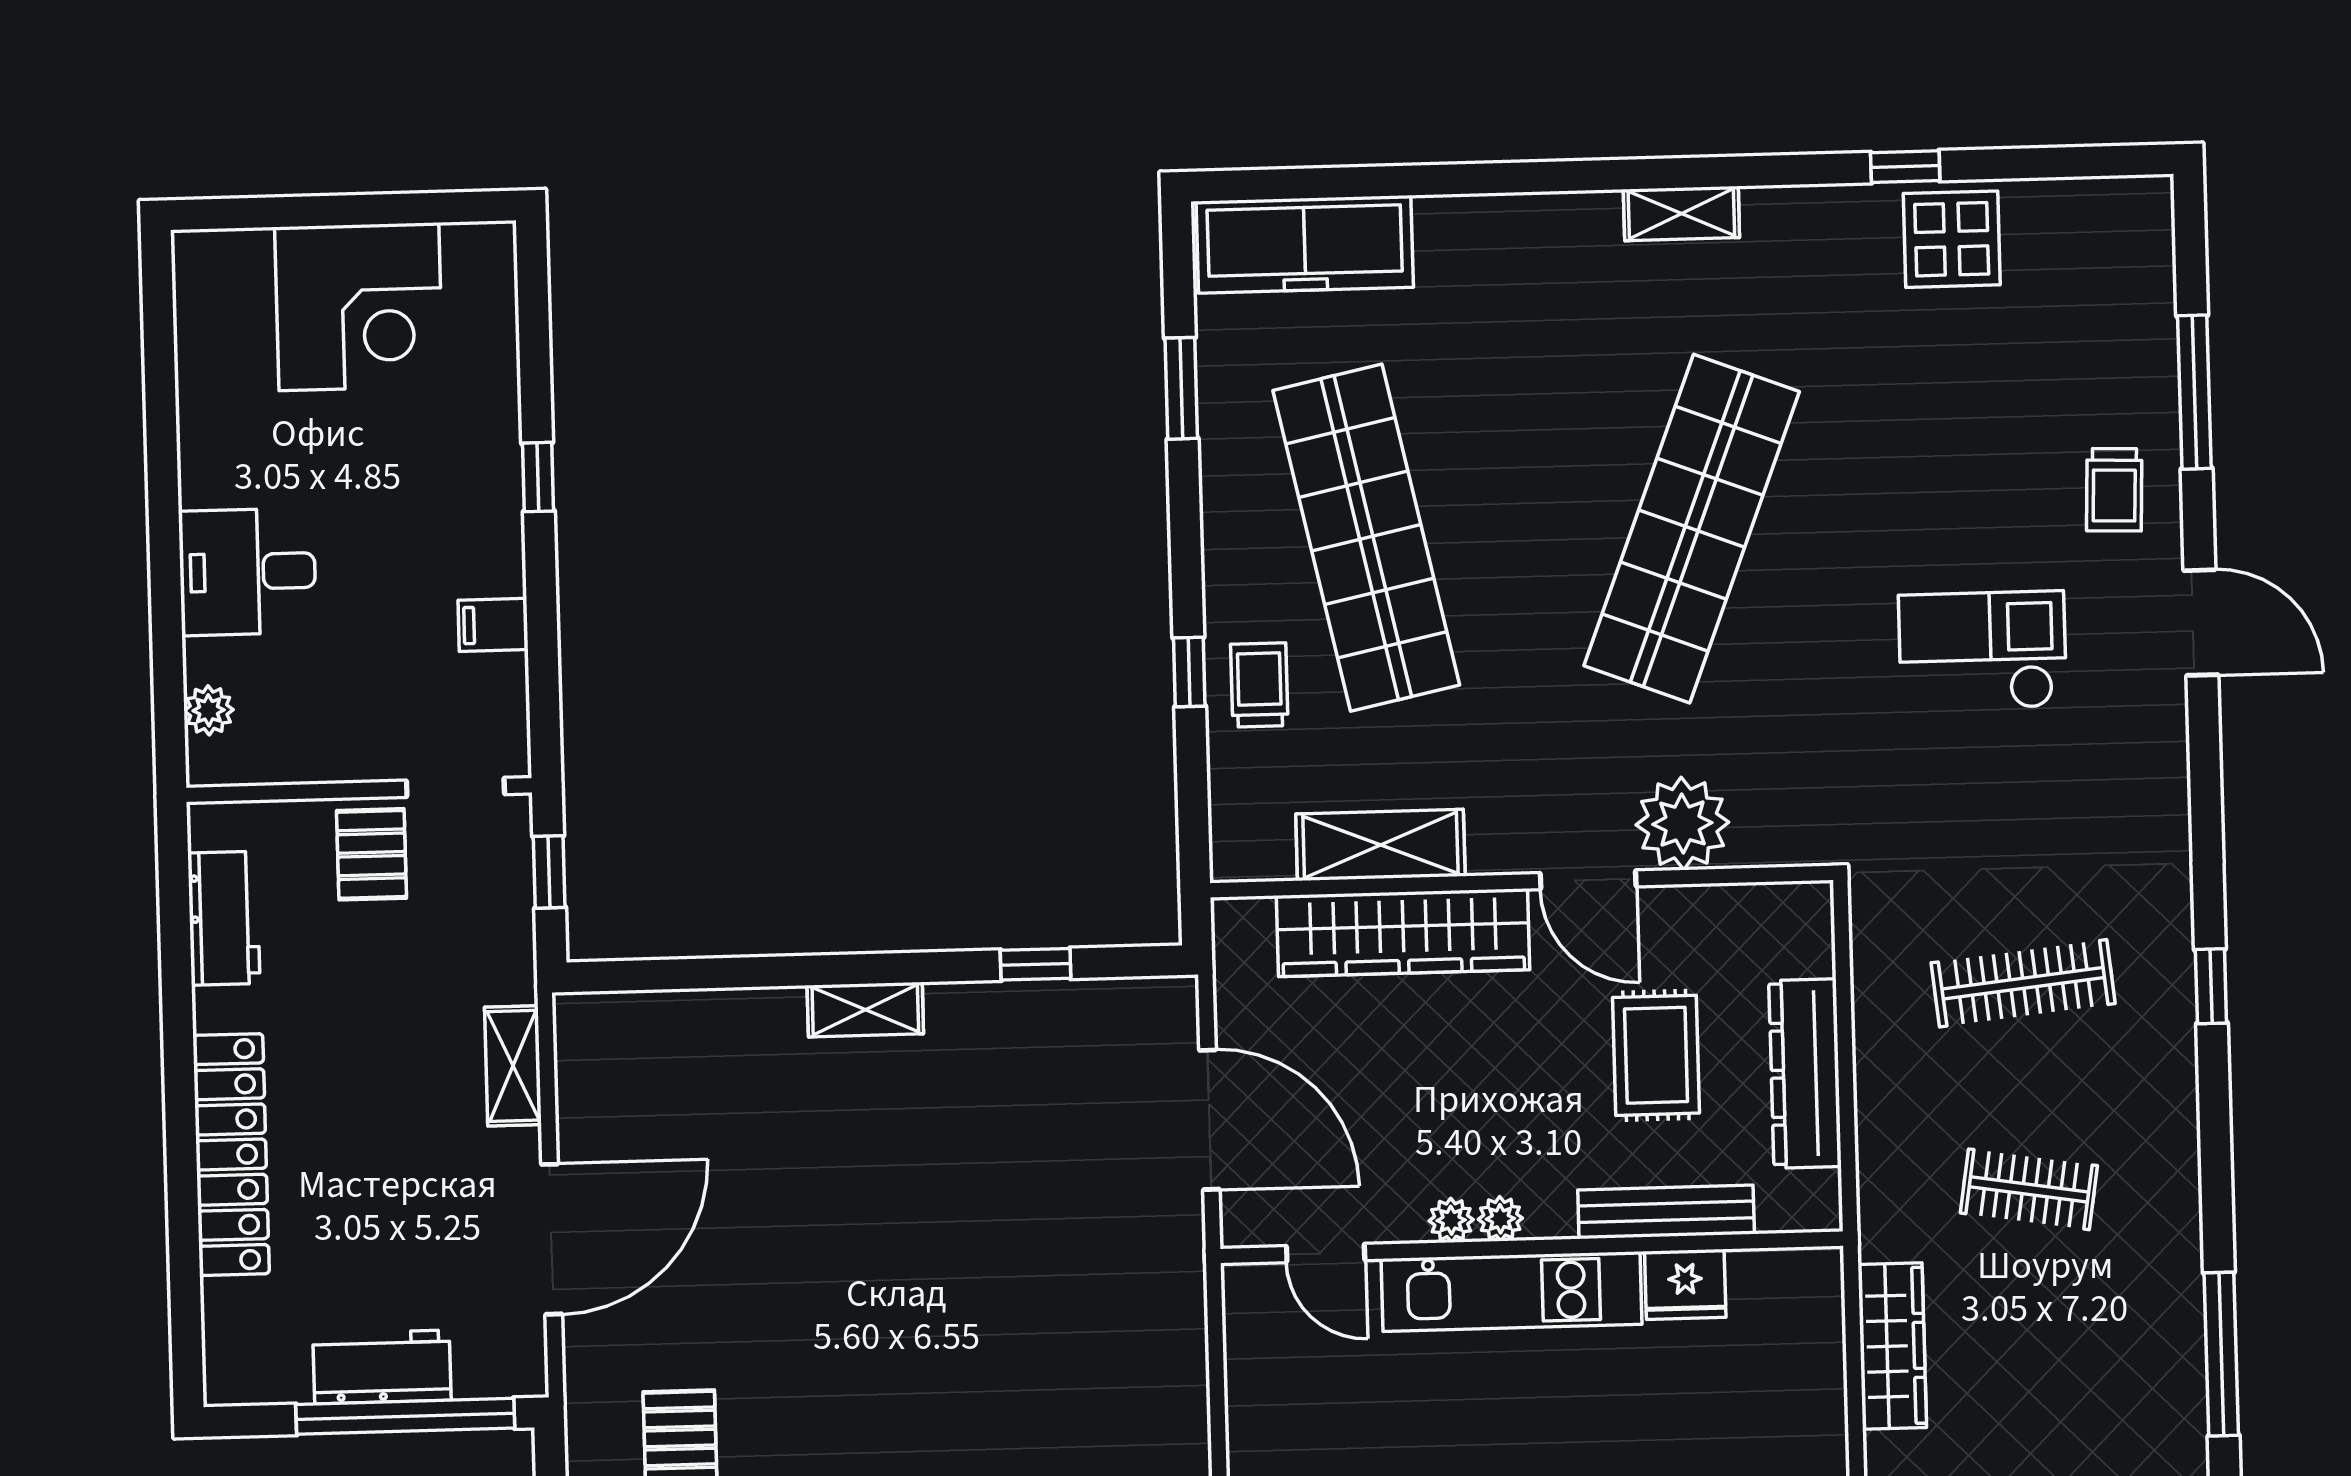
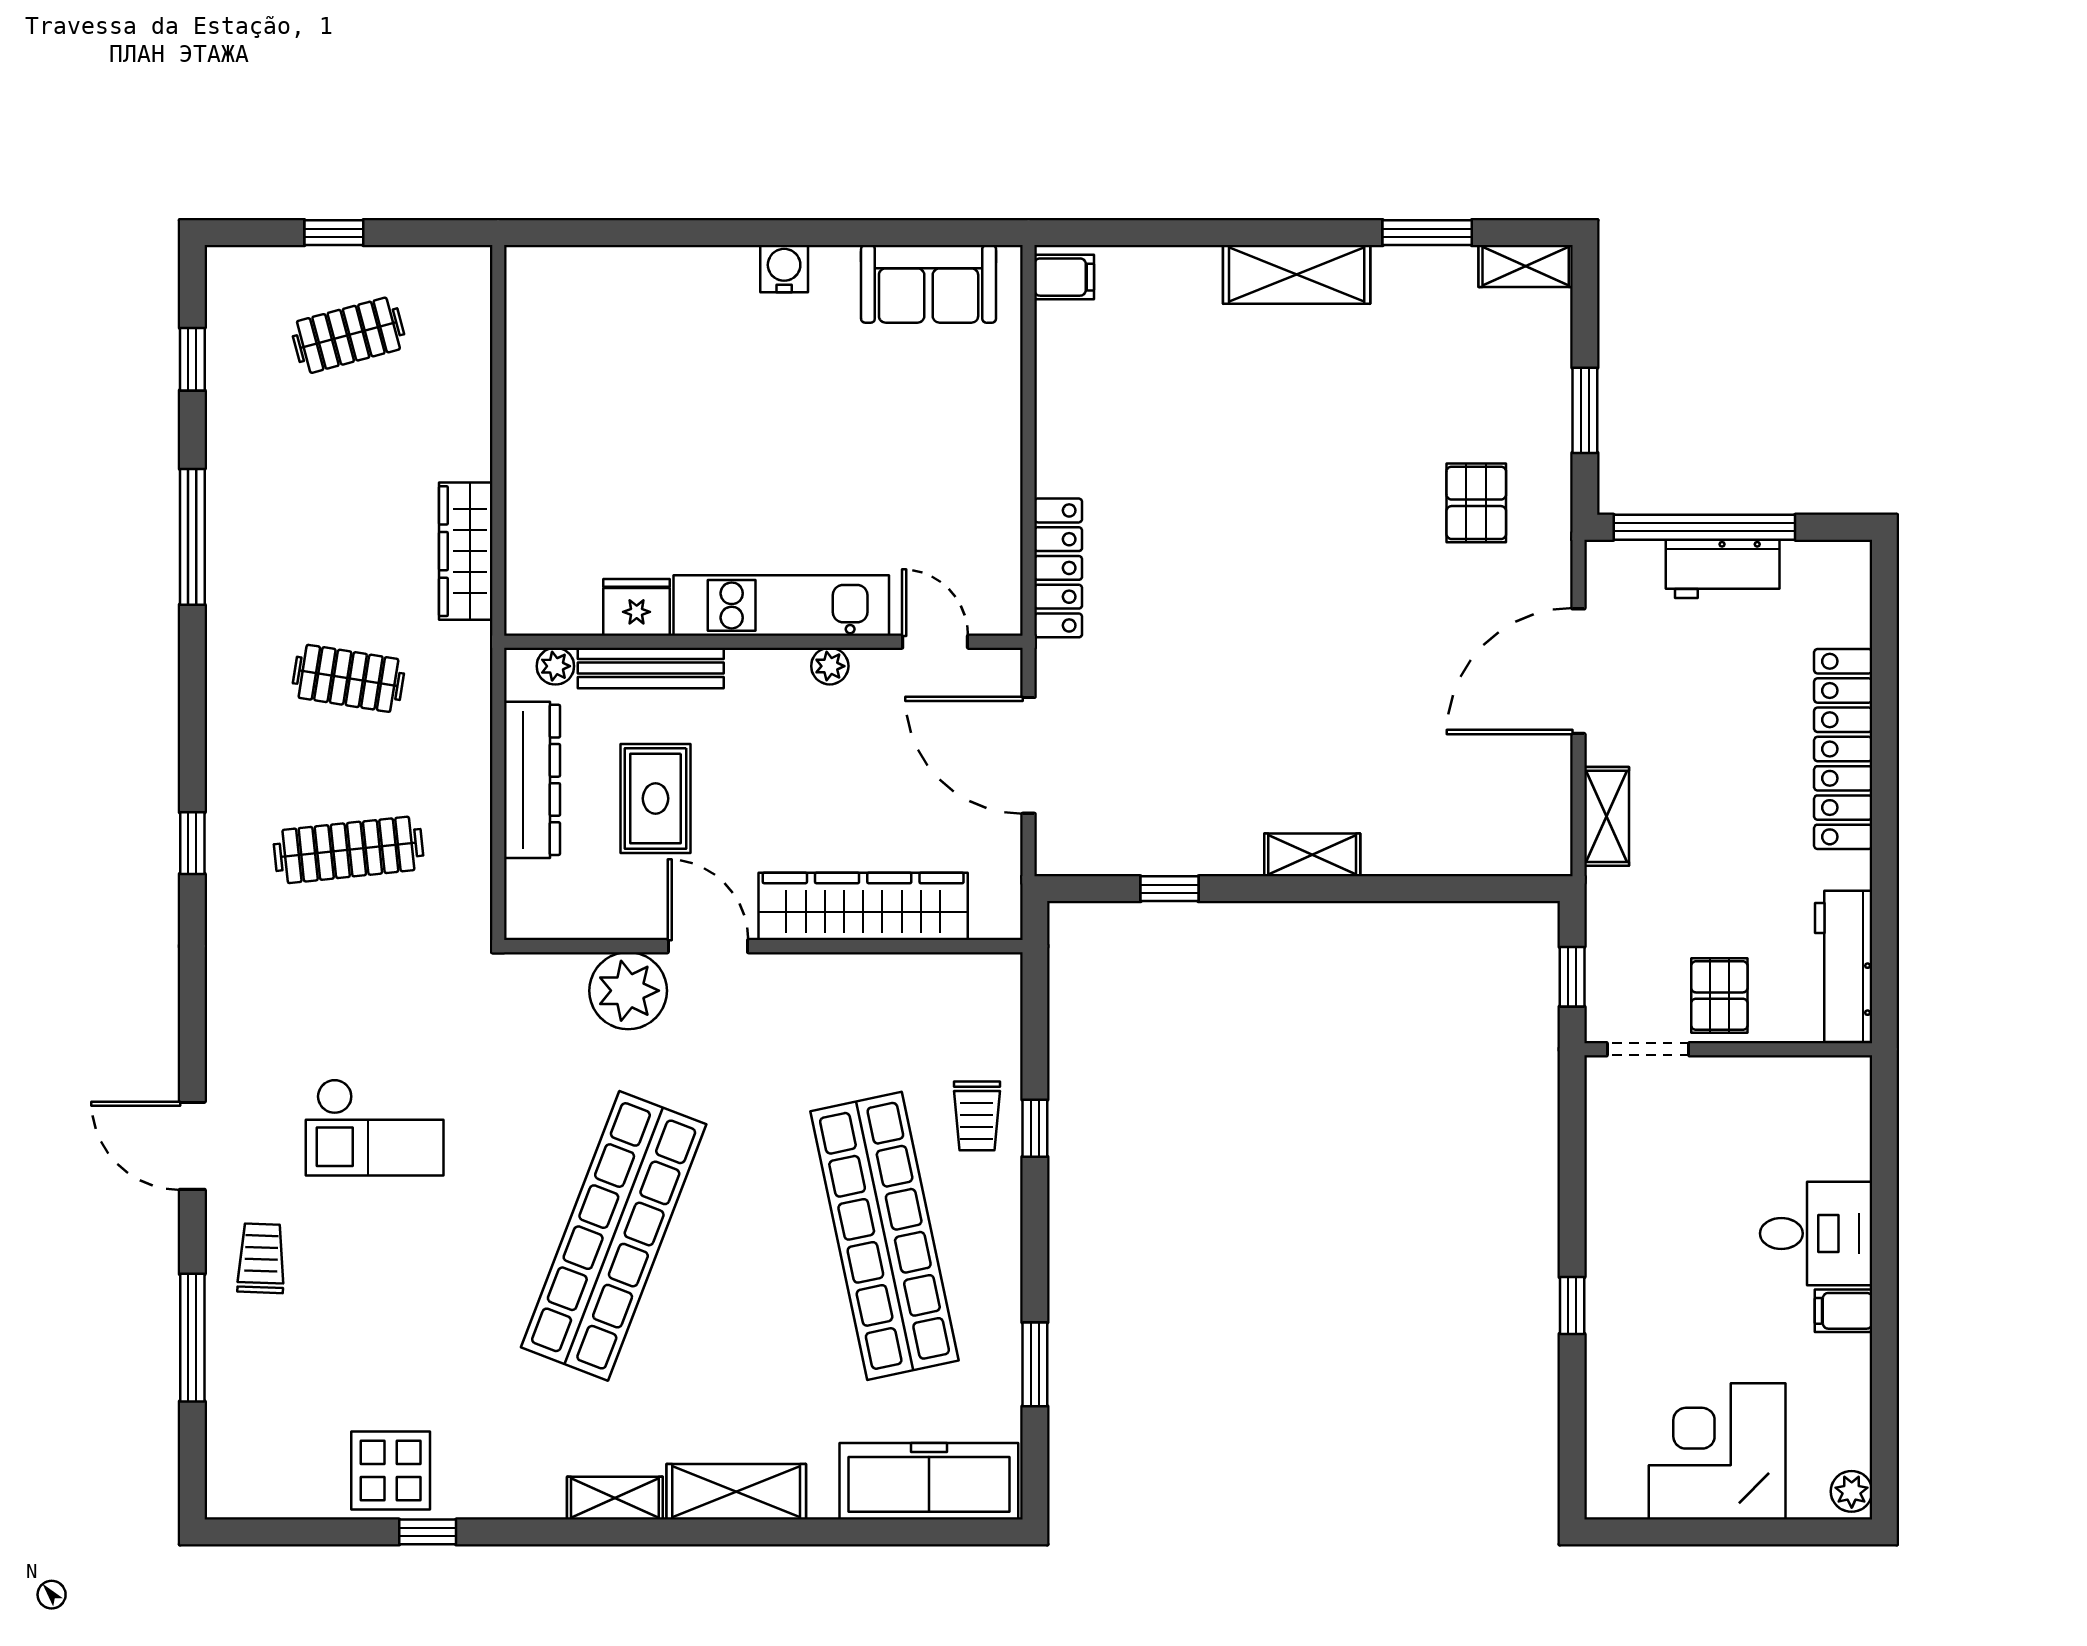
filing cabinet: (493, 625) -> (1844, 1311), moved, turned 180
plant: (209, 710) -> (1852, 1491), moved
shelving: (1380, 845) -> (736, 1492), moved
workbench: (224, 918) -> (1844, 966), width x1.38
plant: (1500, 1219) -> (555, 666), moved
locker: (1180, 1346) -> (1058, 568), added

